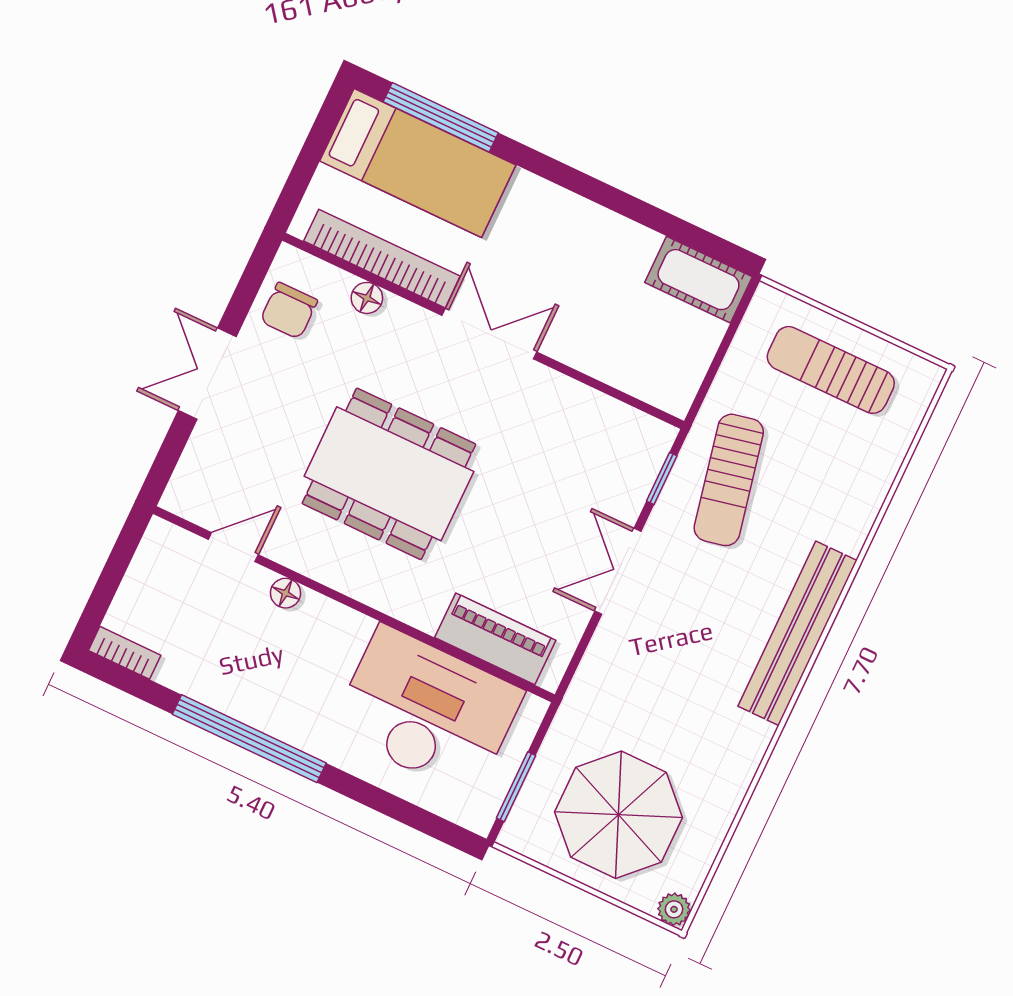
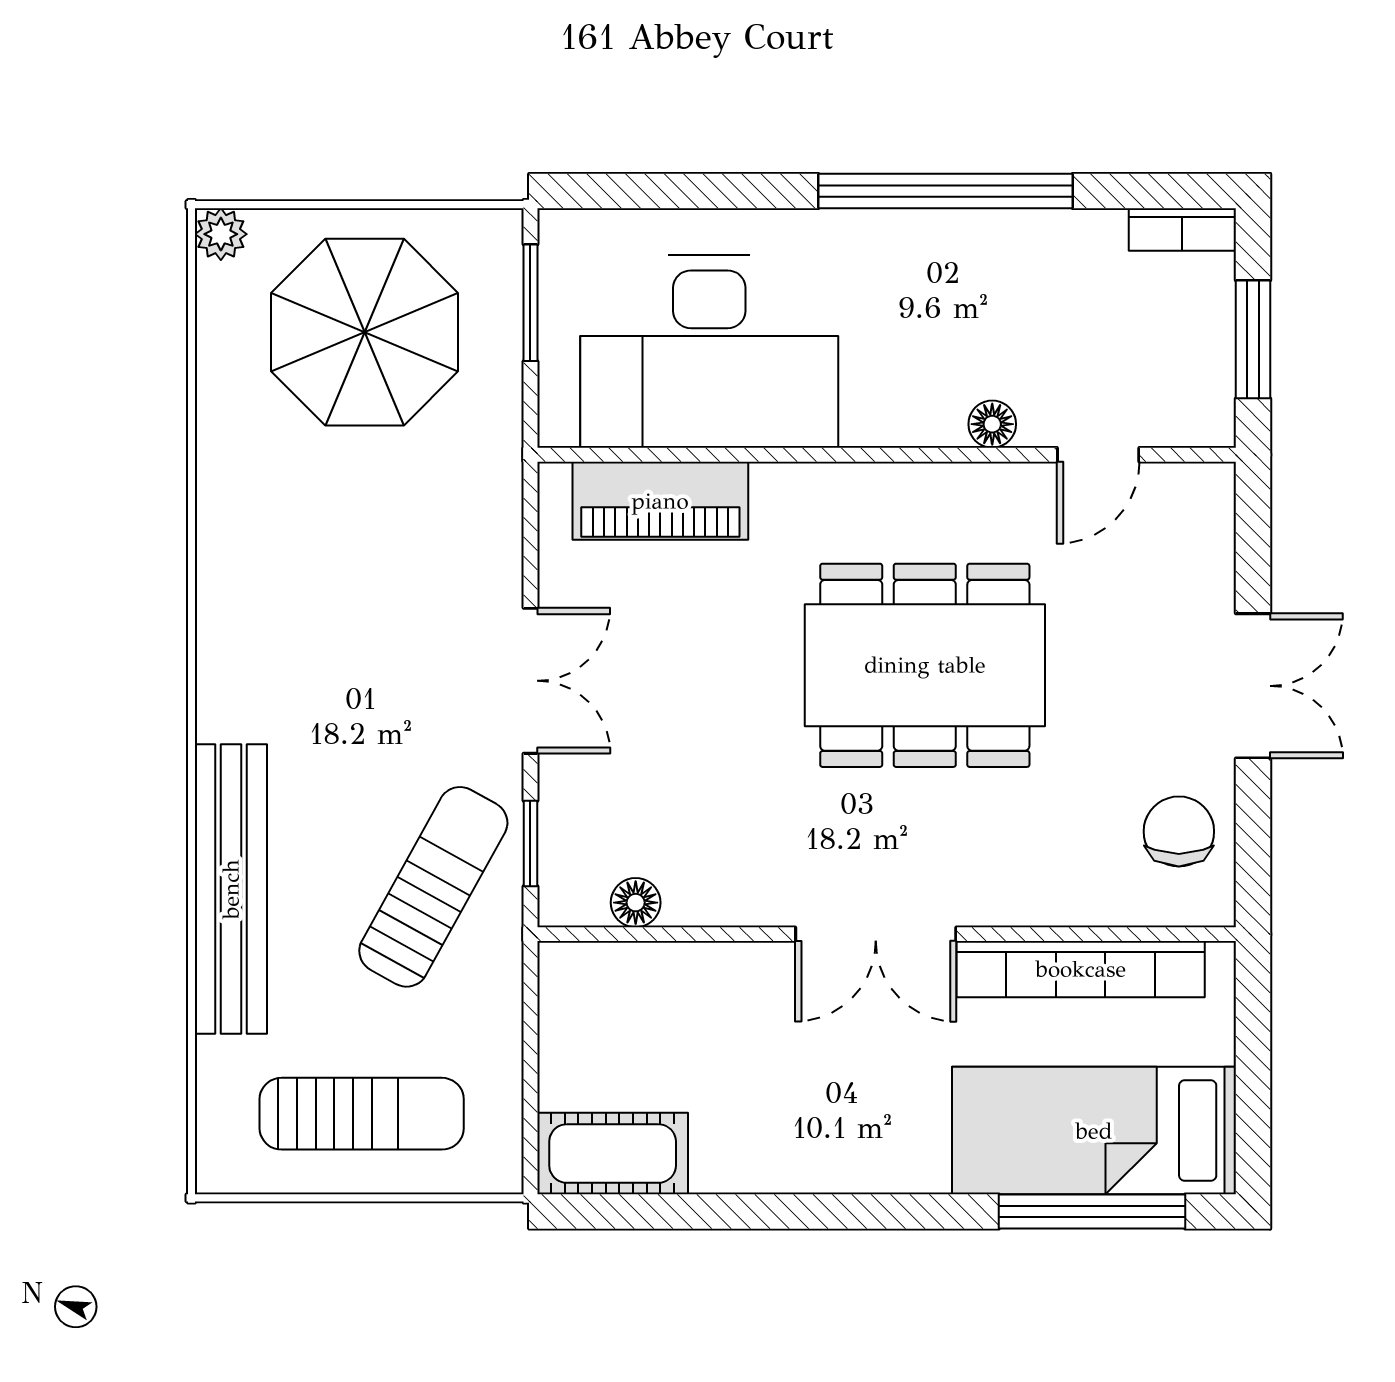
floor lamp: (367, 298) -> (636, 903), moved
sun lounger: (729, 480) -> (433, 887), turned 41
window: (114, 571) -> (1253, 339), added
bench: (797, 633) -> (231, 889), moved

